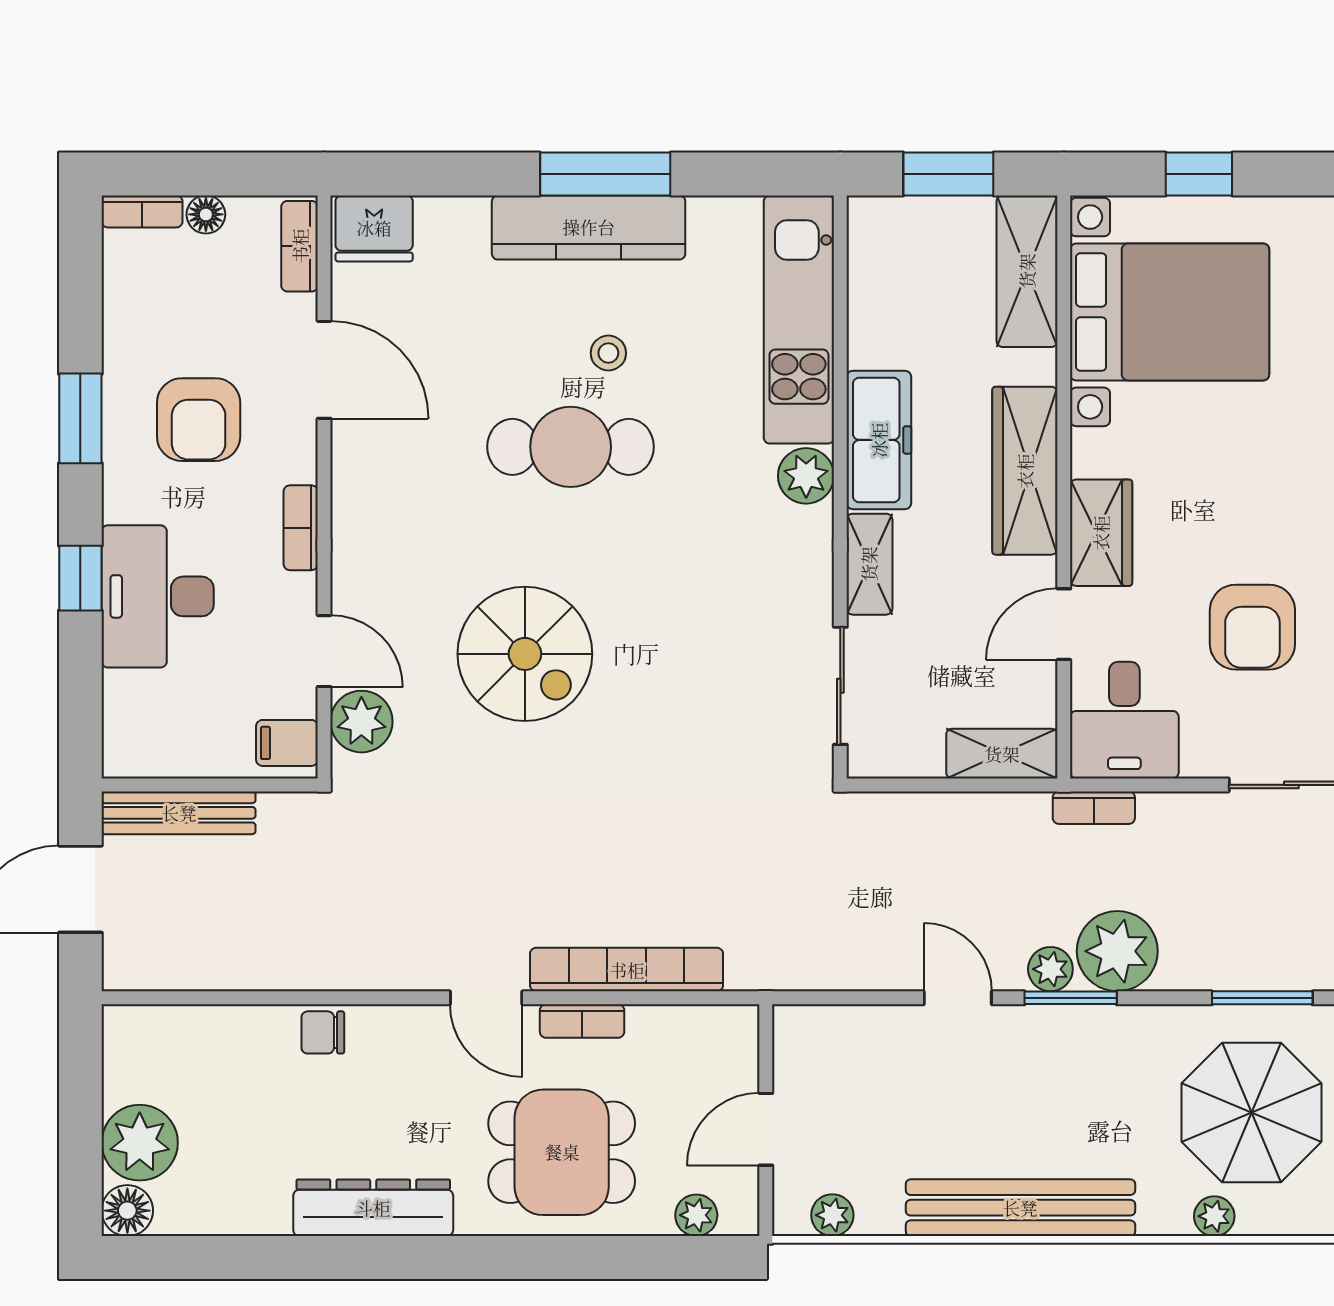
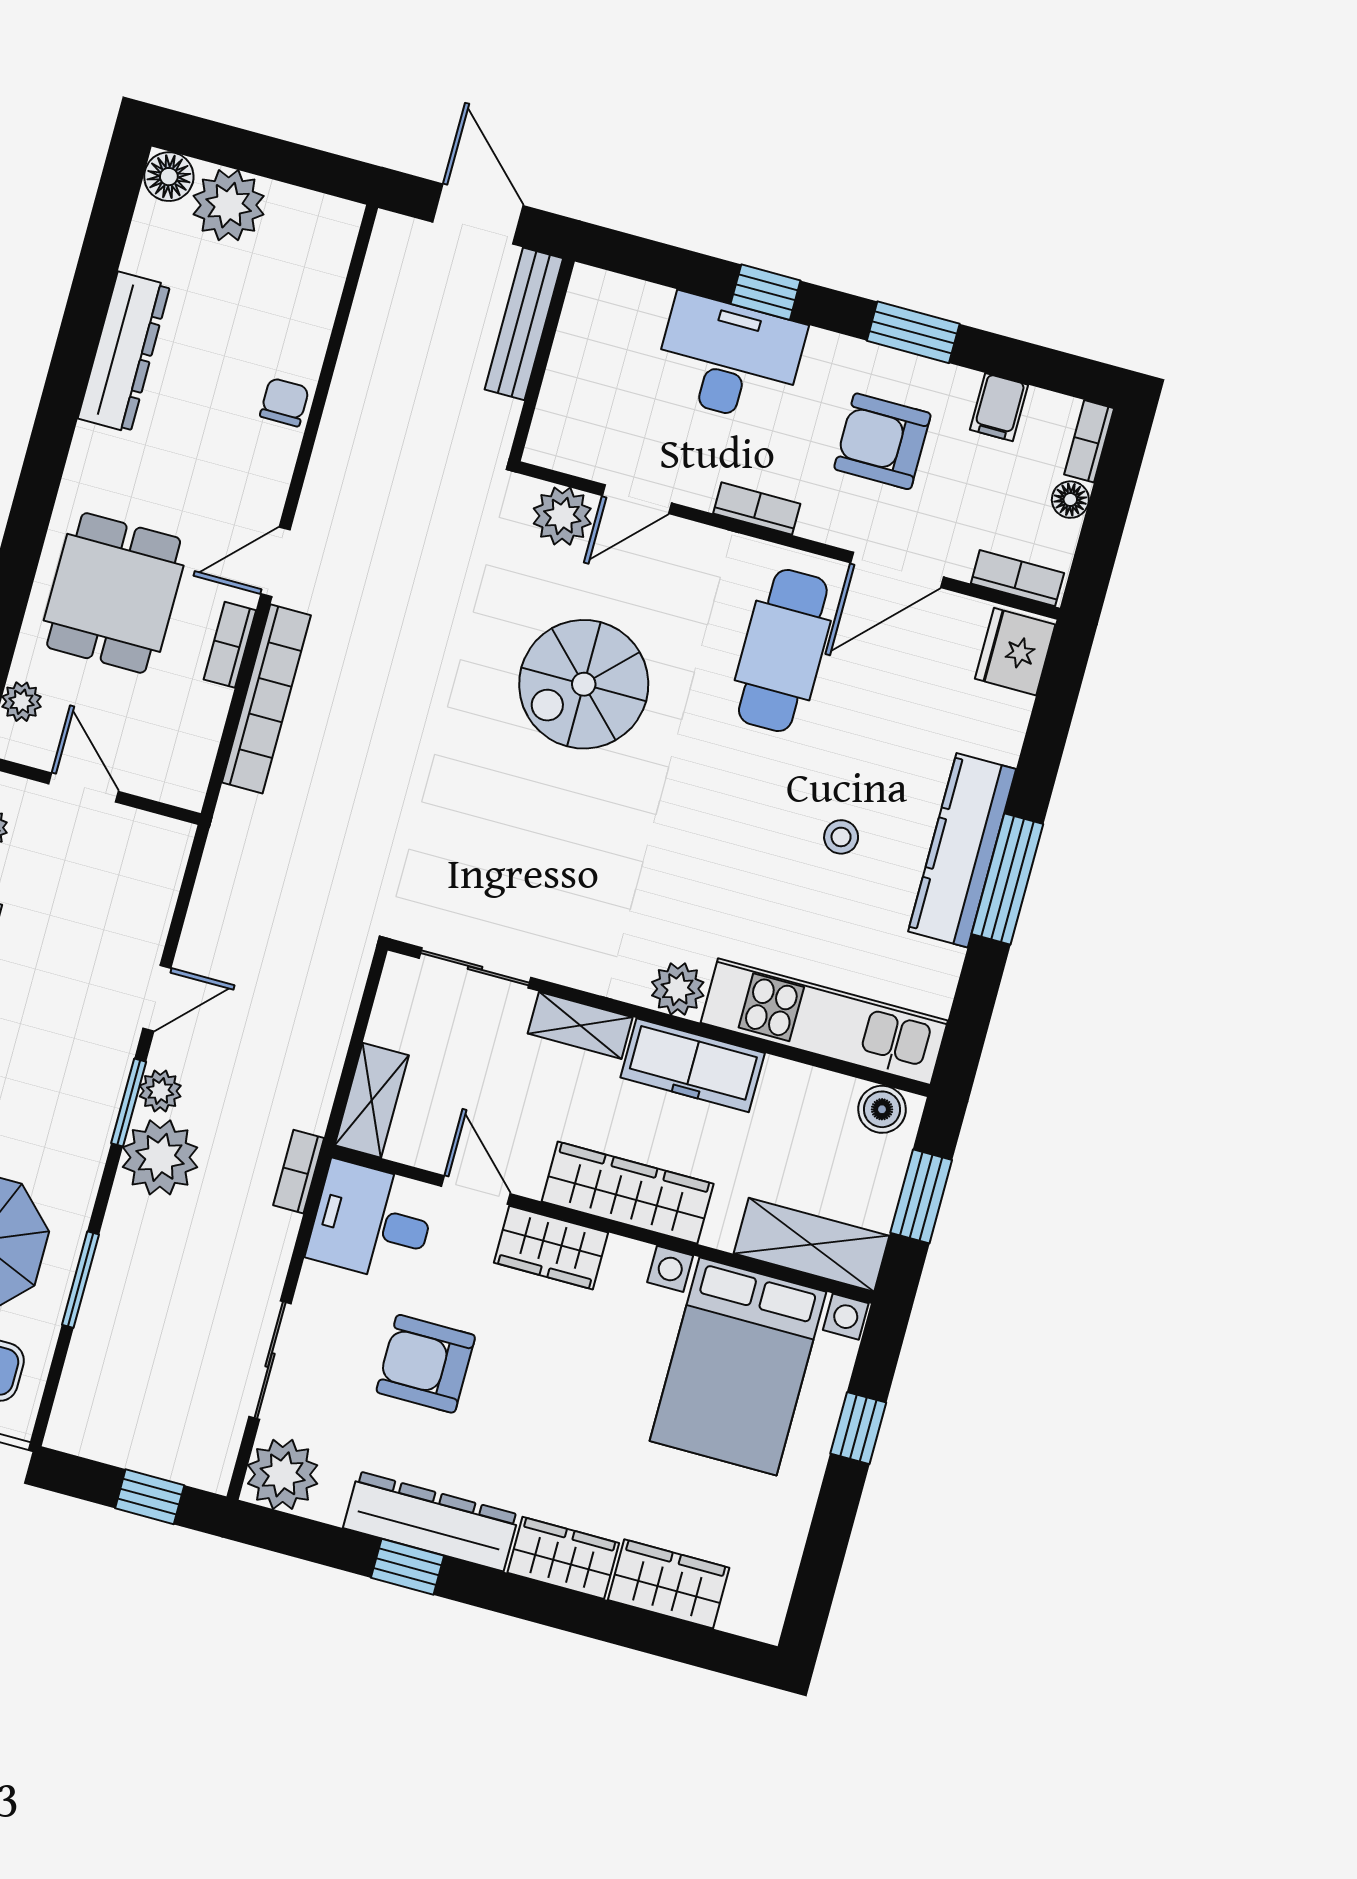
boiler: (871, 237) -> (882, 1109), added
cafe table: (571, 447) -> (783, 650), moved
filing cabinet: (287, 743) -> (999, 407), moved, turned 180
dresser: (373, 1208) -> (124, 352), moved

